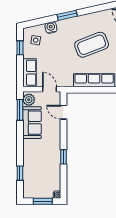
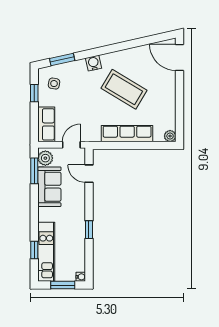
window: (67, 15) -> (62, 59), moved
water cooler: (51, 27) -> (94, 63), moved
coffee table: (92, 45) -> (124, 89), turned 52
door: (50, 89) -> (71, 145), hinge flipped
kitchen unit: (29, 175) -> (46, 252), added

